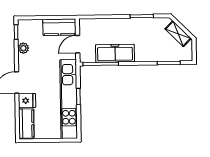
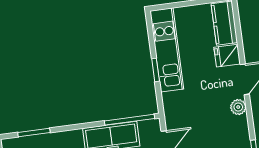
plant: (23, 48) -> (238, 107), moved
kitchen unit: (69, 99) -> (167, 50), width x0.73

